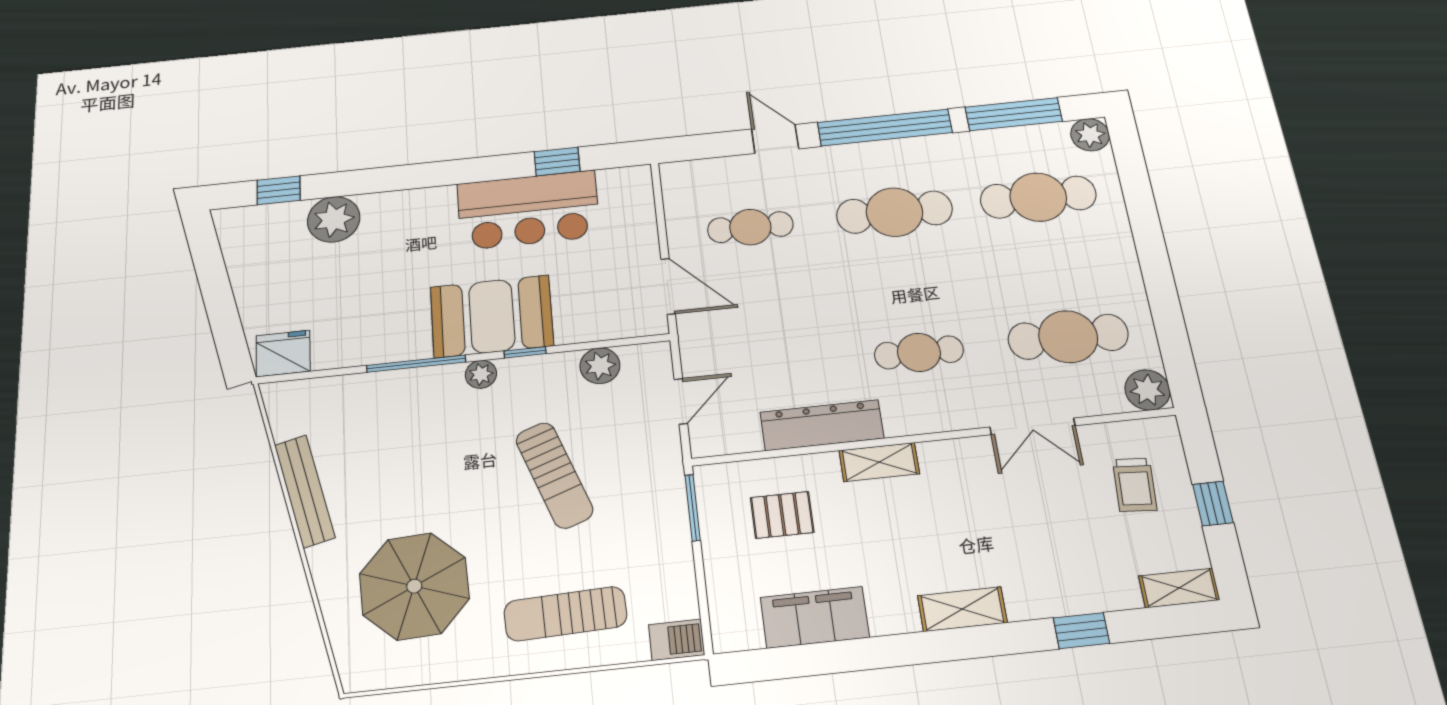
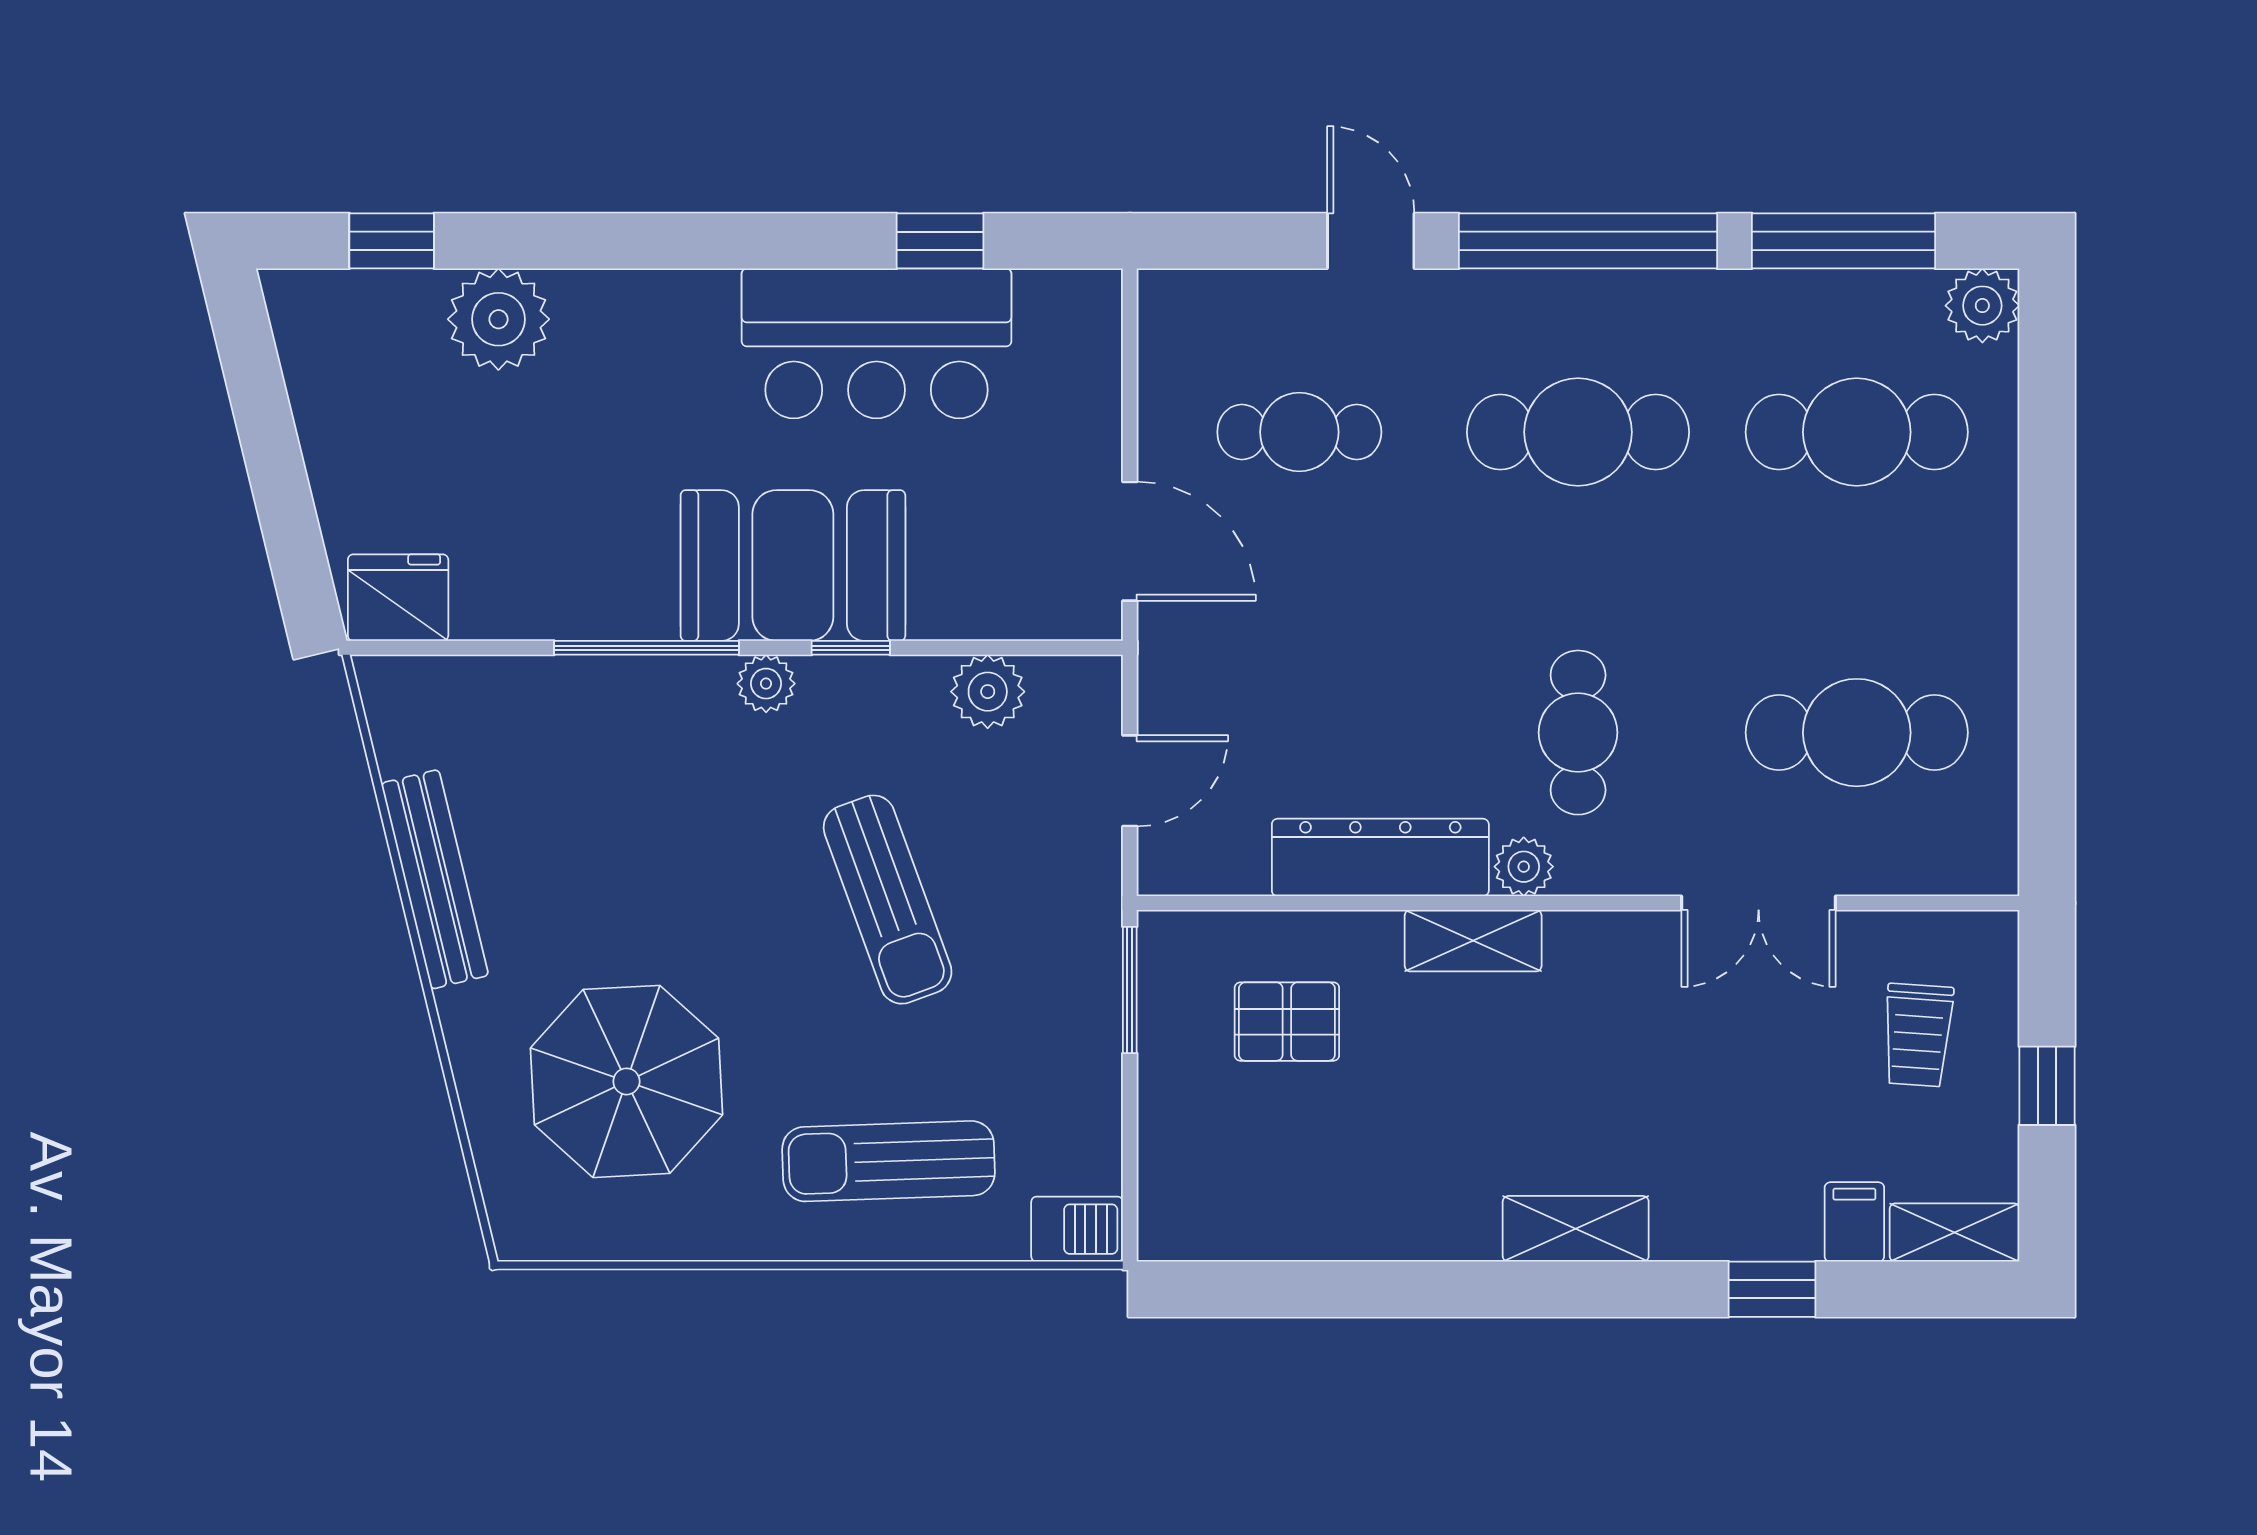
cafe table: (919, 352) -> (1578, 733), turned 90
plant: (1147, 390) -> (1524, 867), moved, width x0.73, depth x0.73
filing cabinet: (815, 617) -> (1854, 1222), moved, width x0.33, depth x0.86

